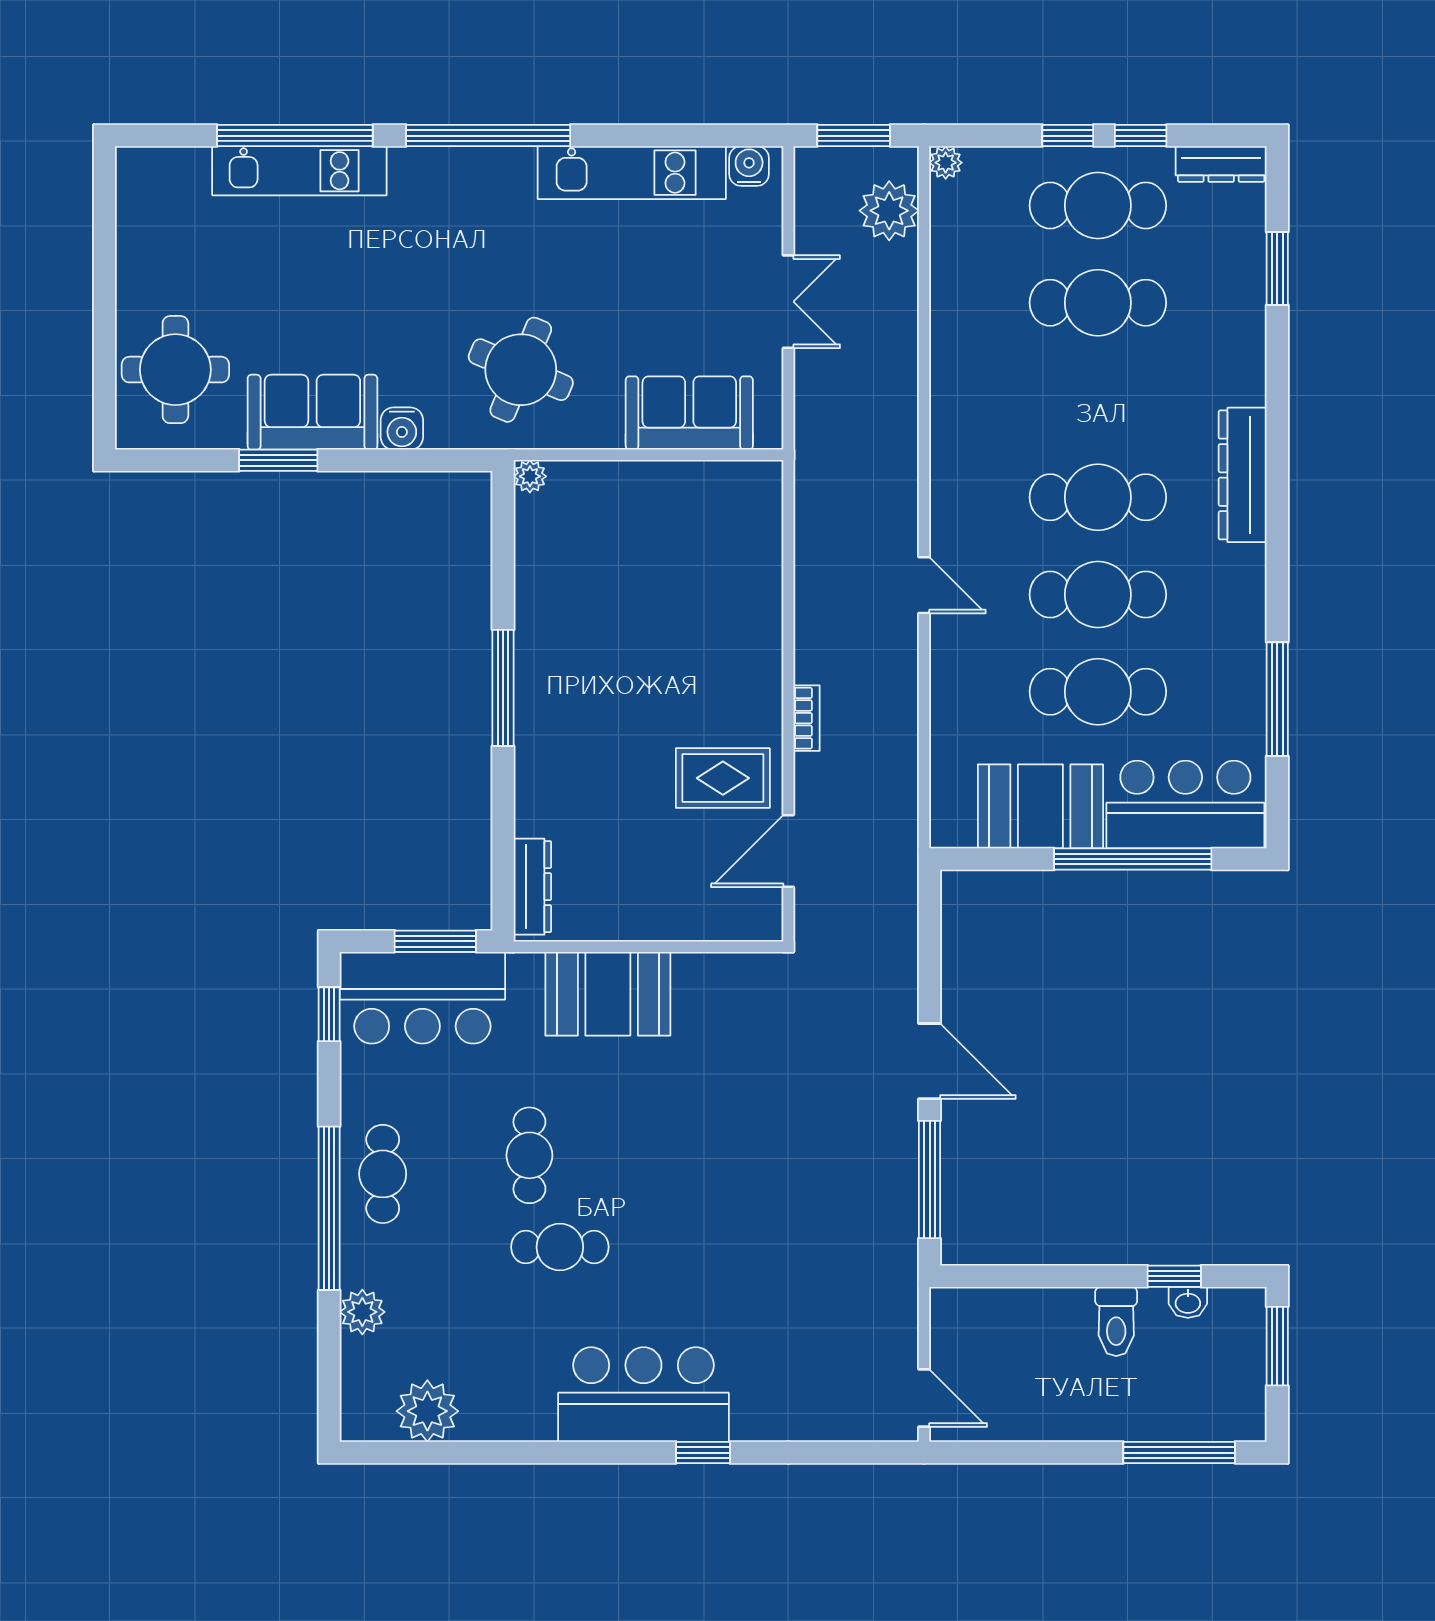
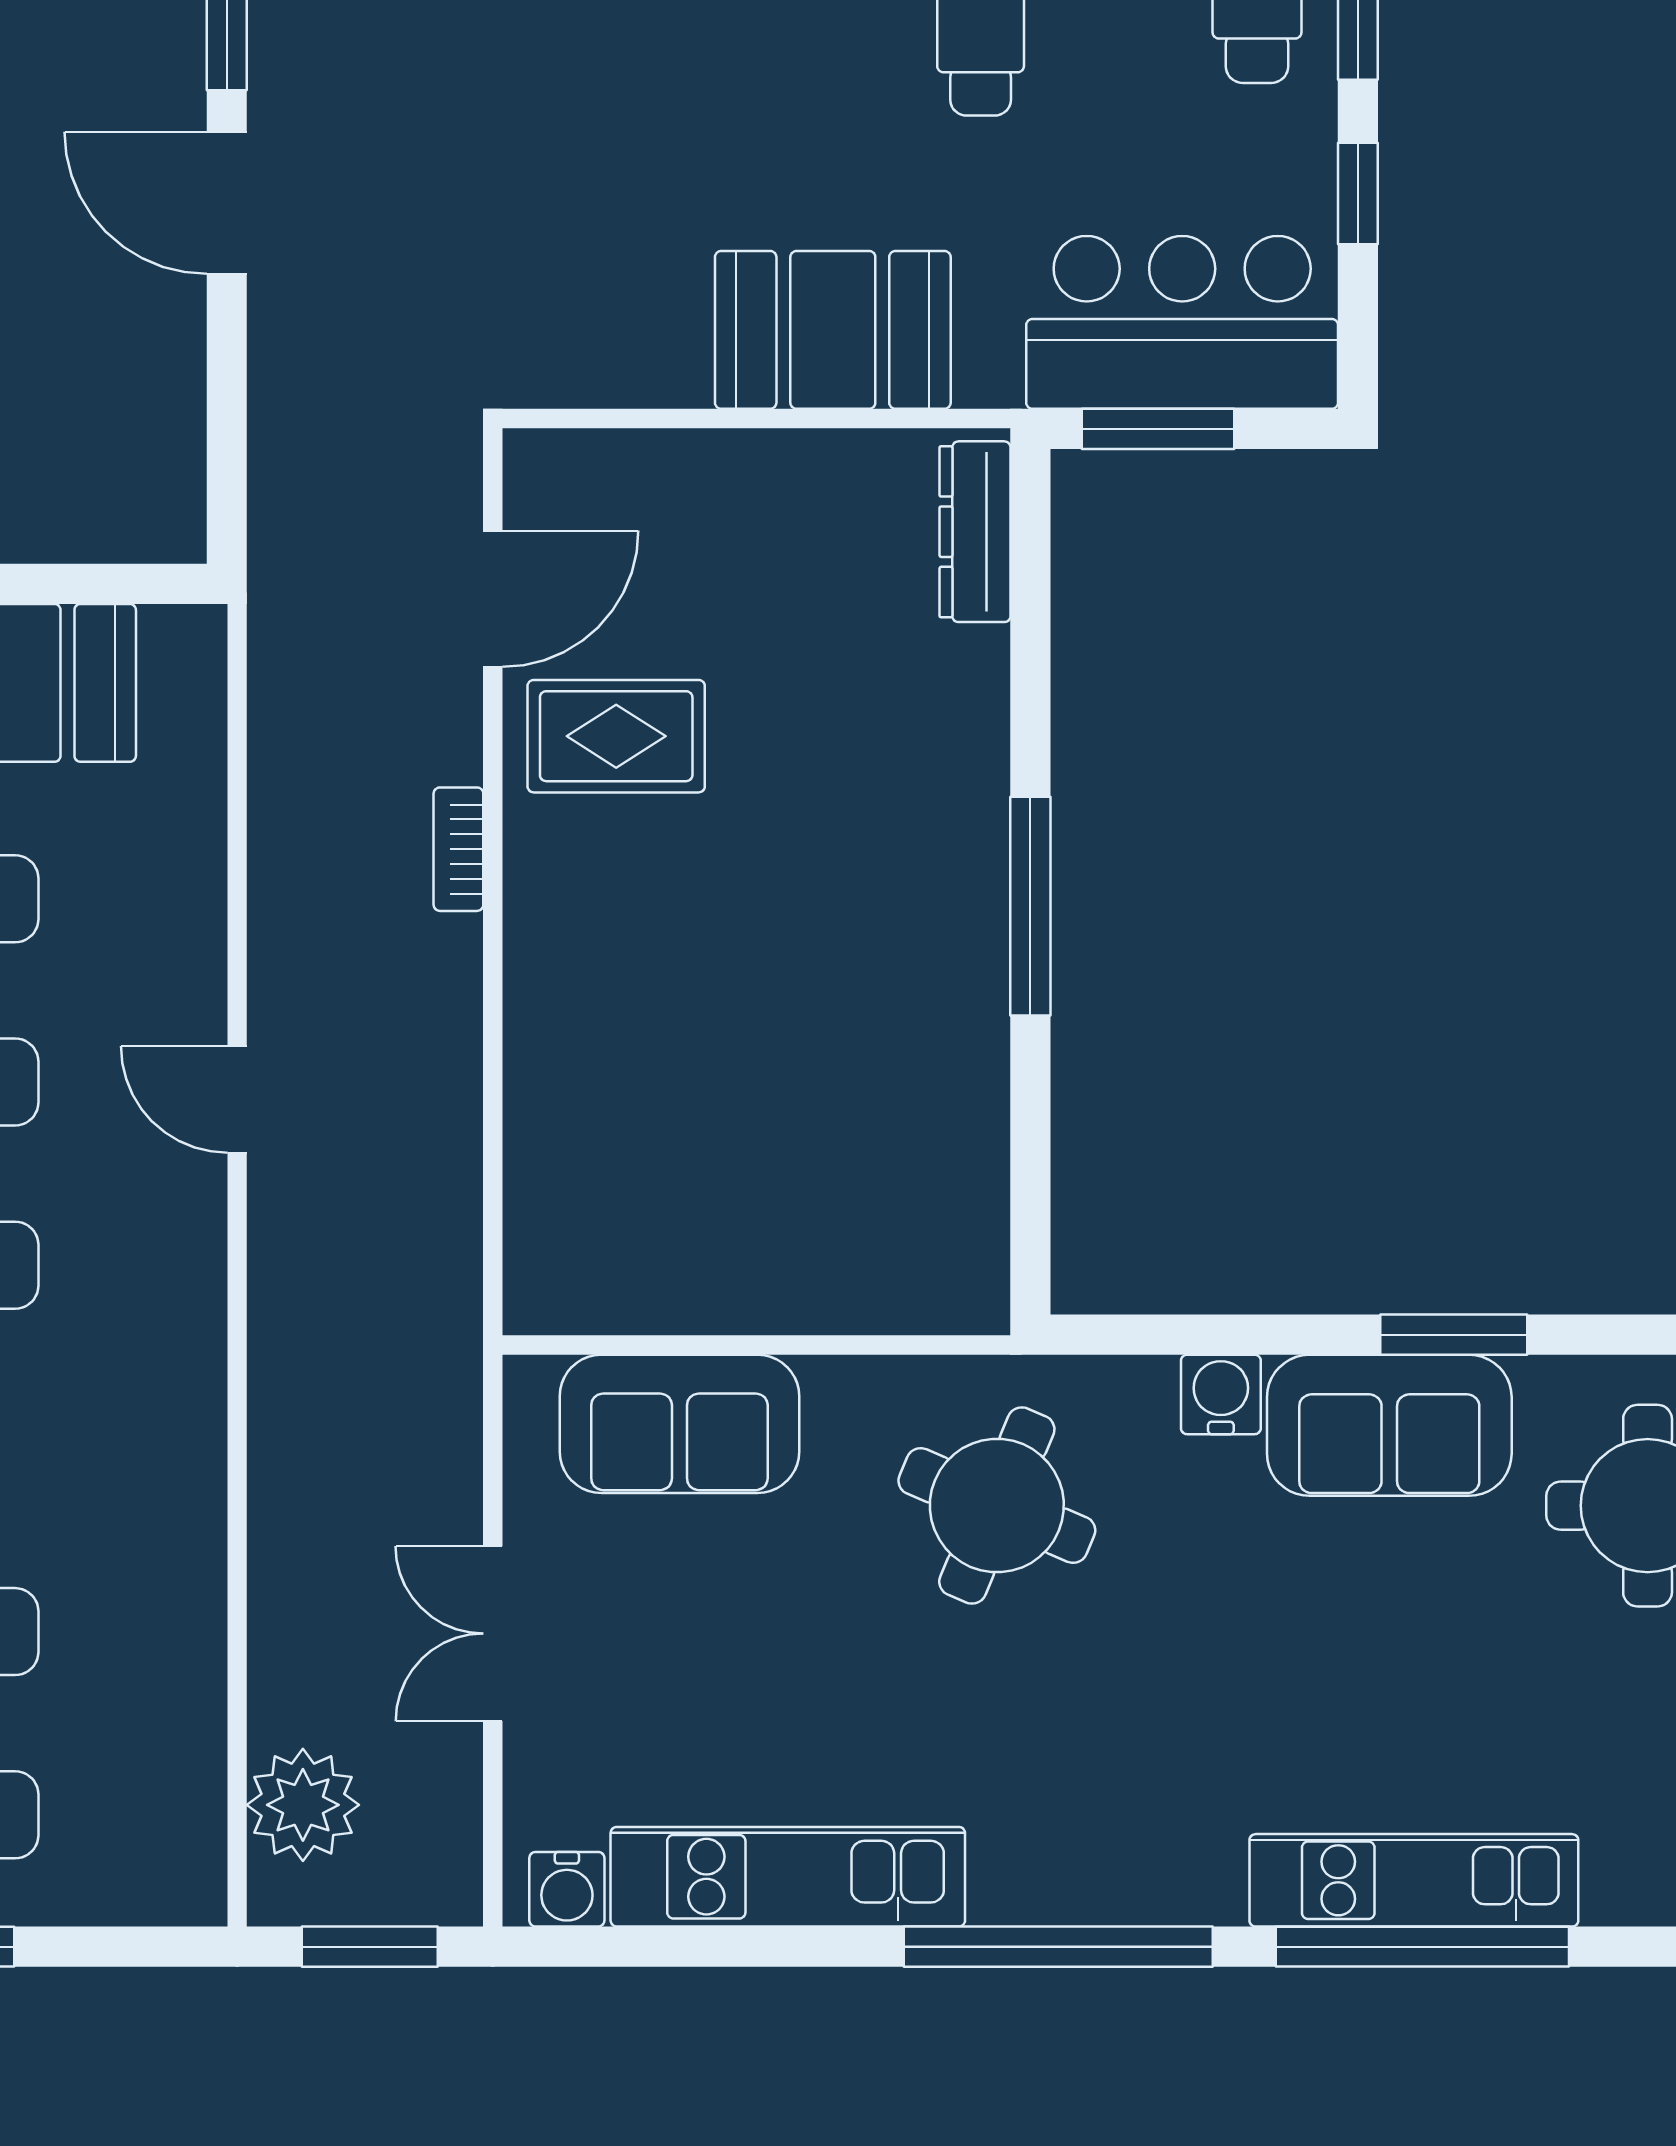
plant: (946, 163) -> (197, 1896), removed
plant: (530, 476) -> (980, 1305), removed
window: (329, 1014) -> (1358, 194), moved

